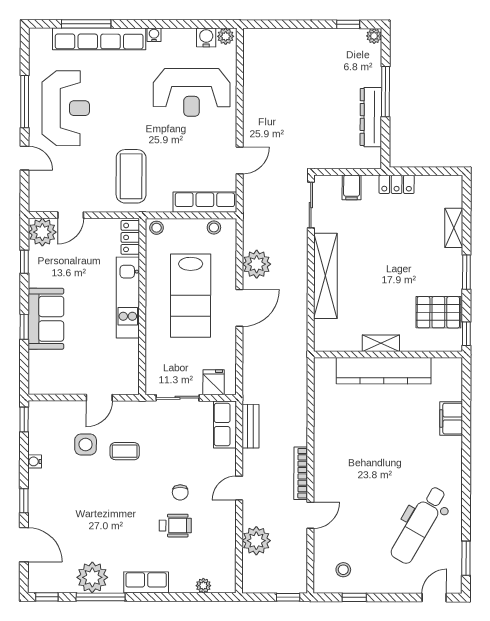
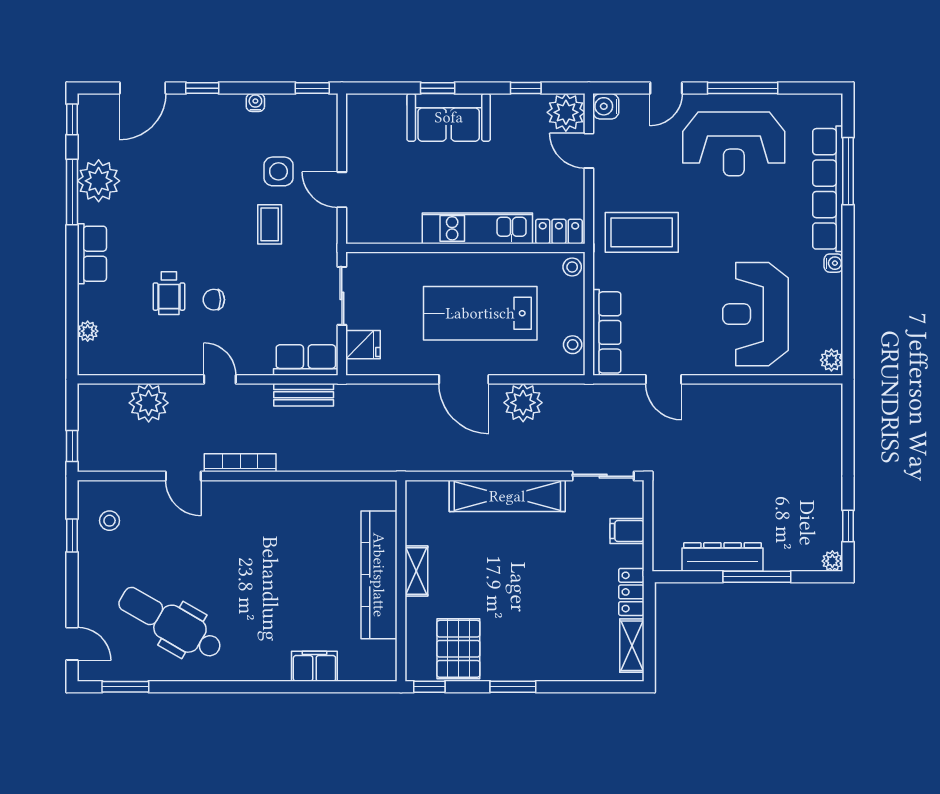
water cooler: (206, 38) -> (606, 106), moved, turned 180
shelving: (454, 228) -> (632, 646), moved, turned 90

